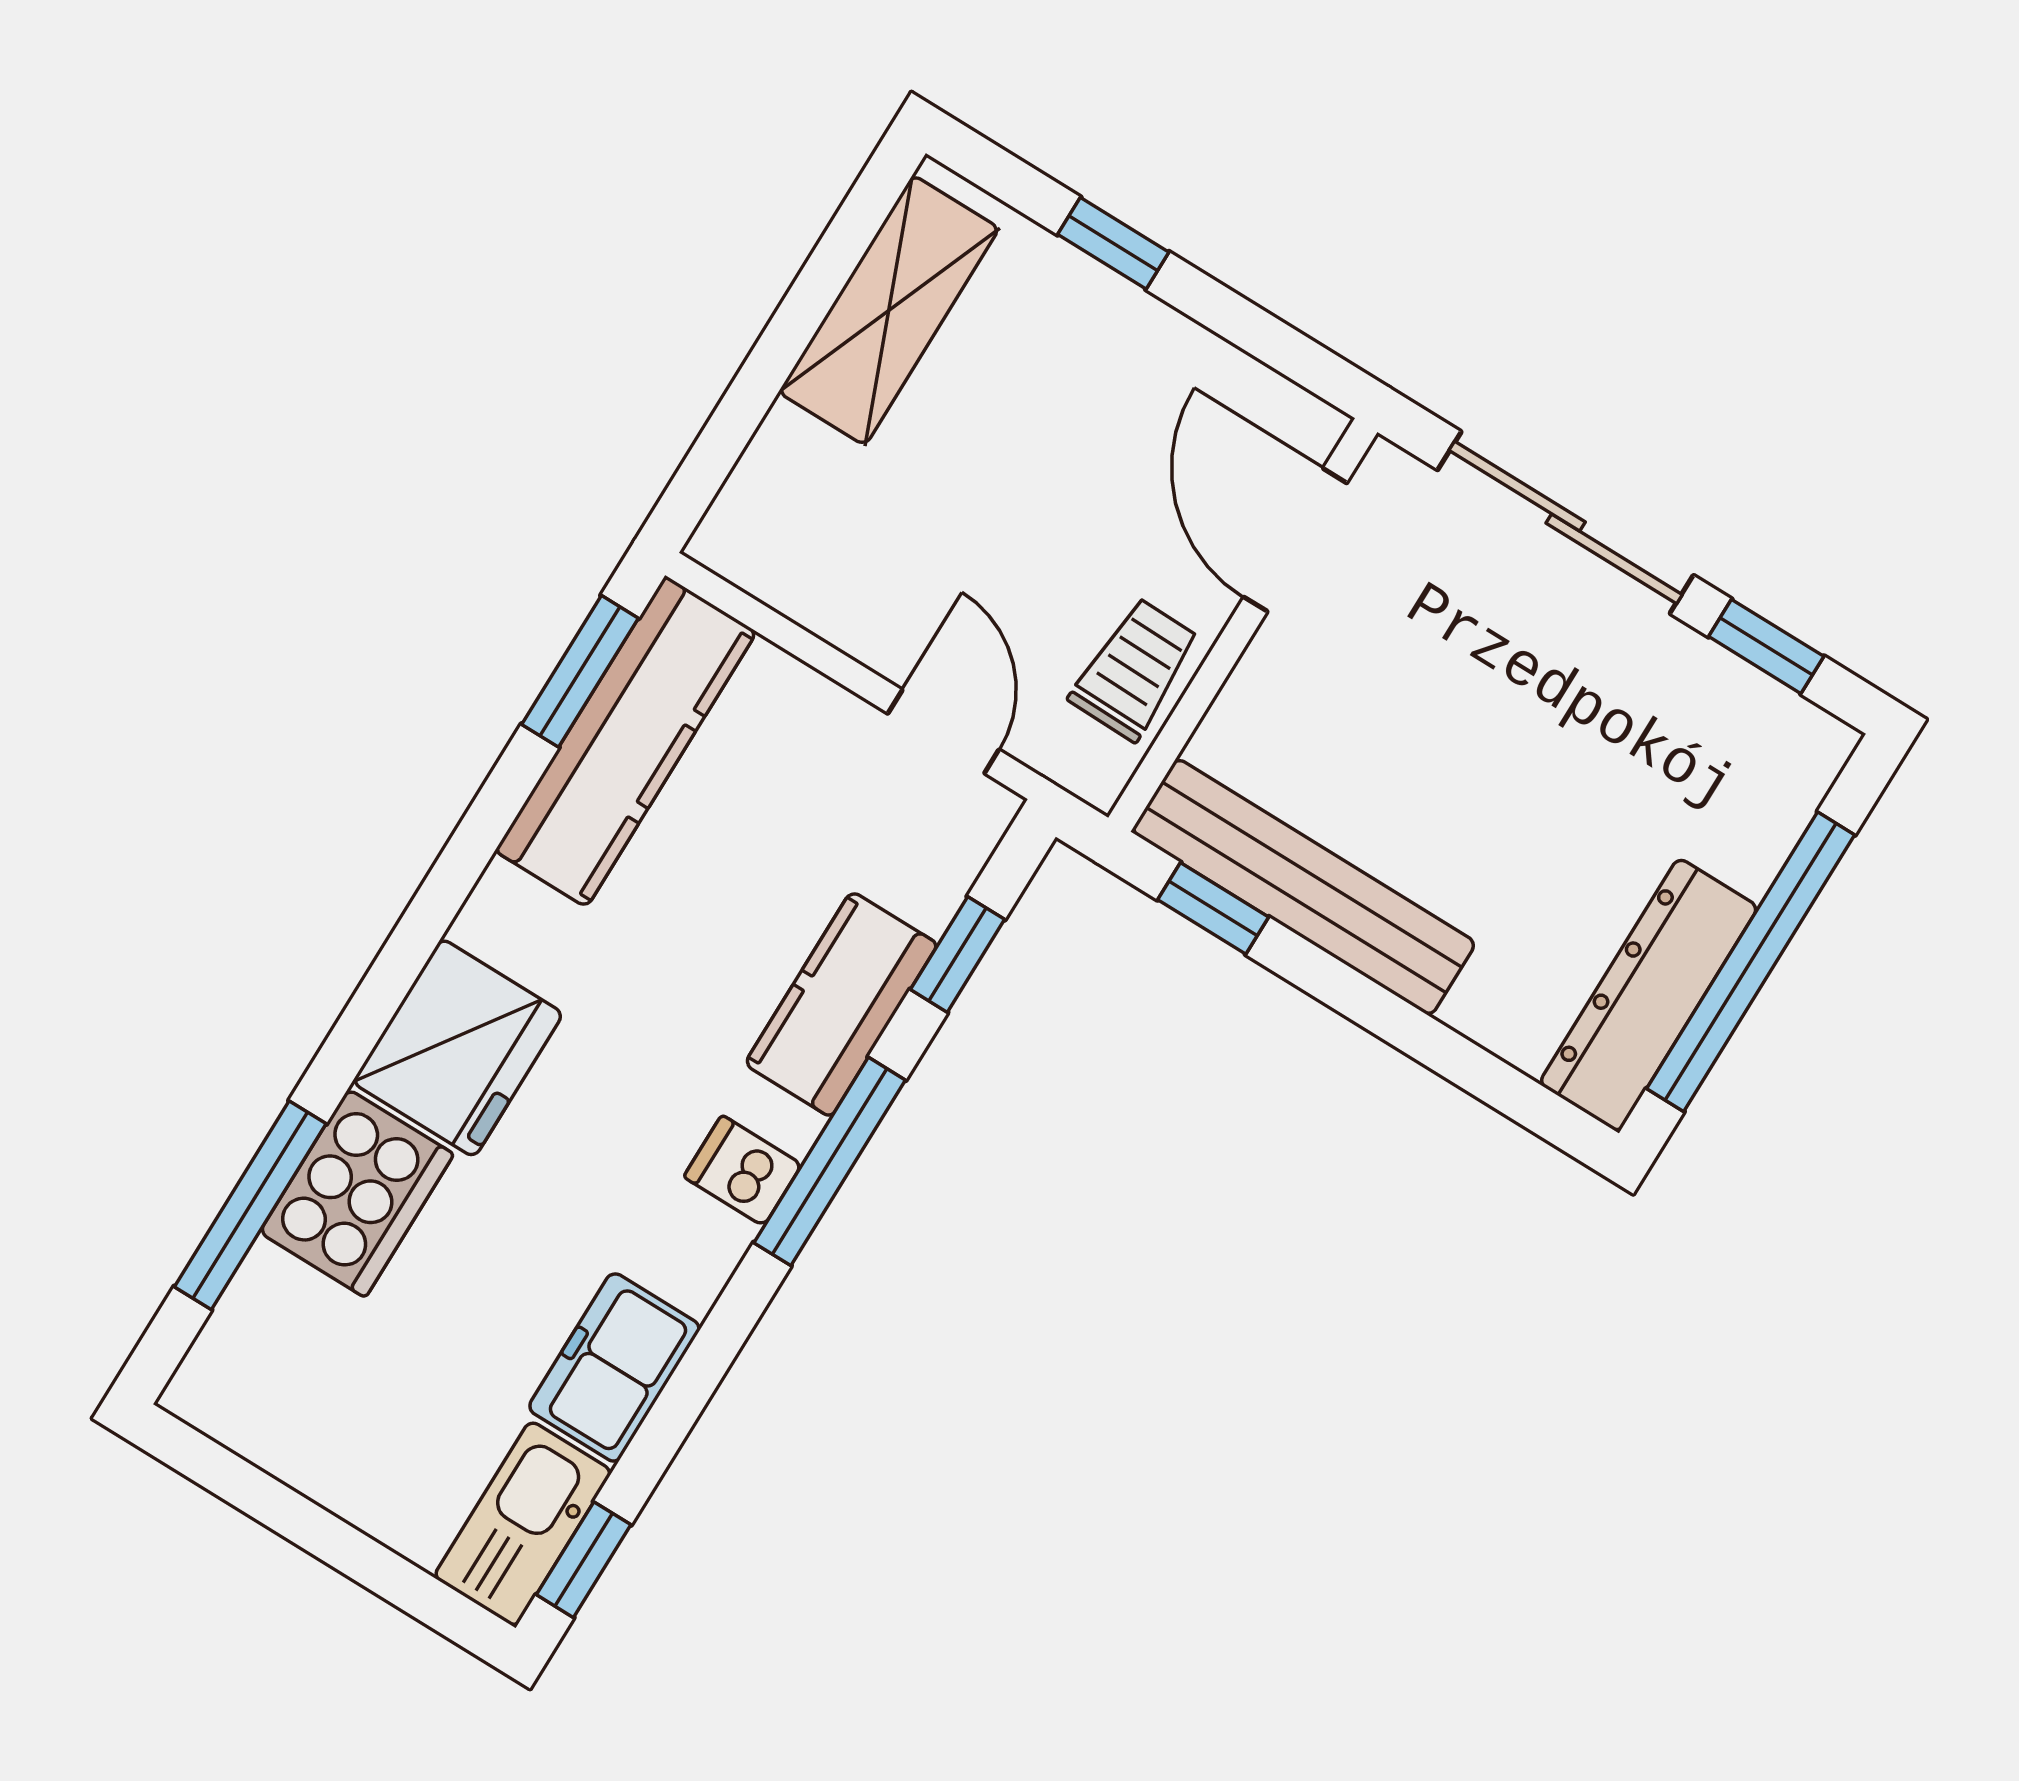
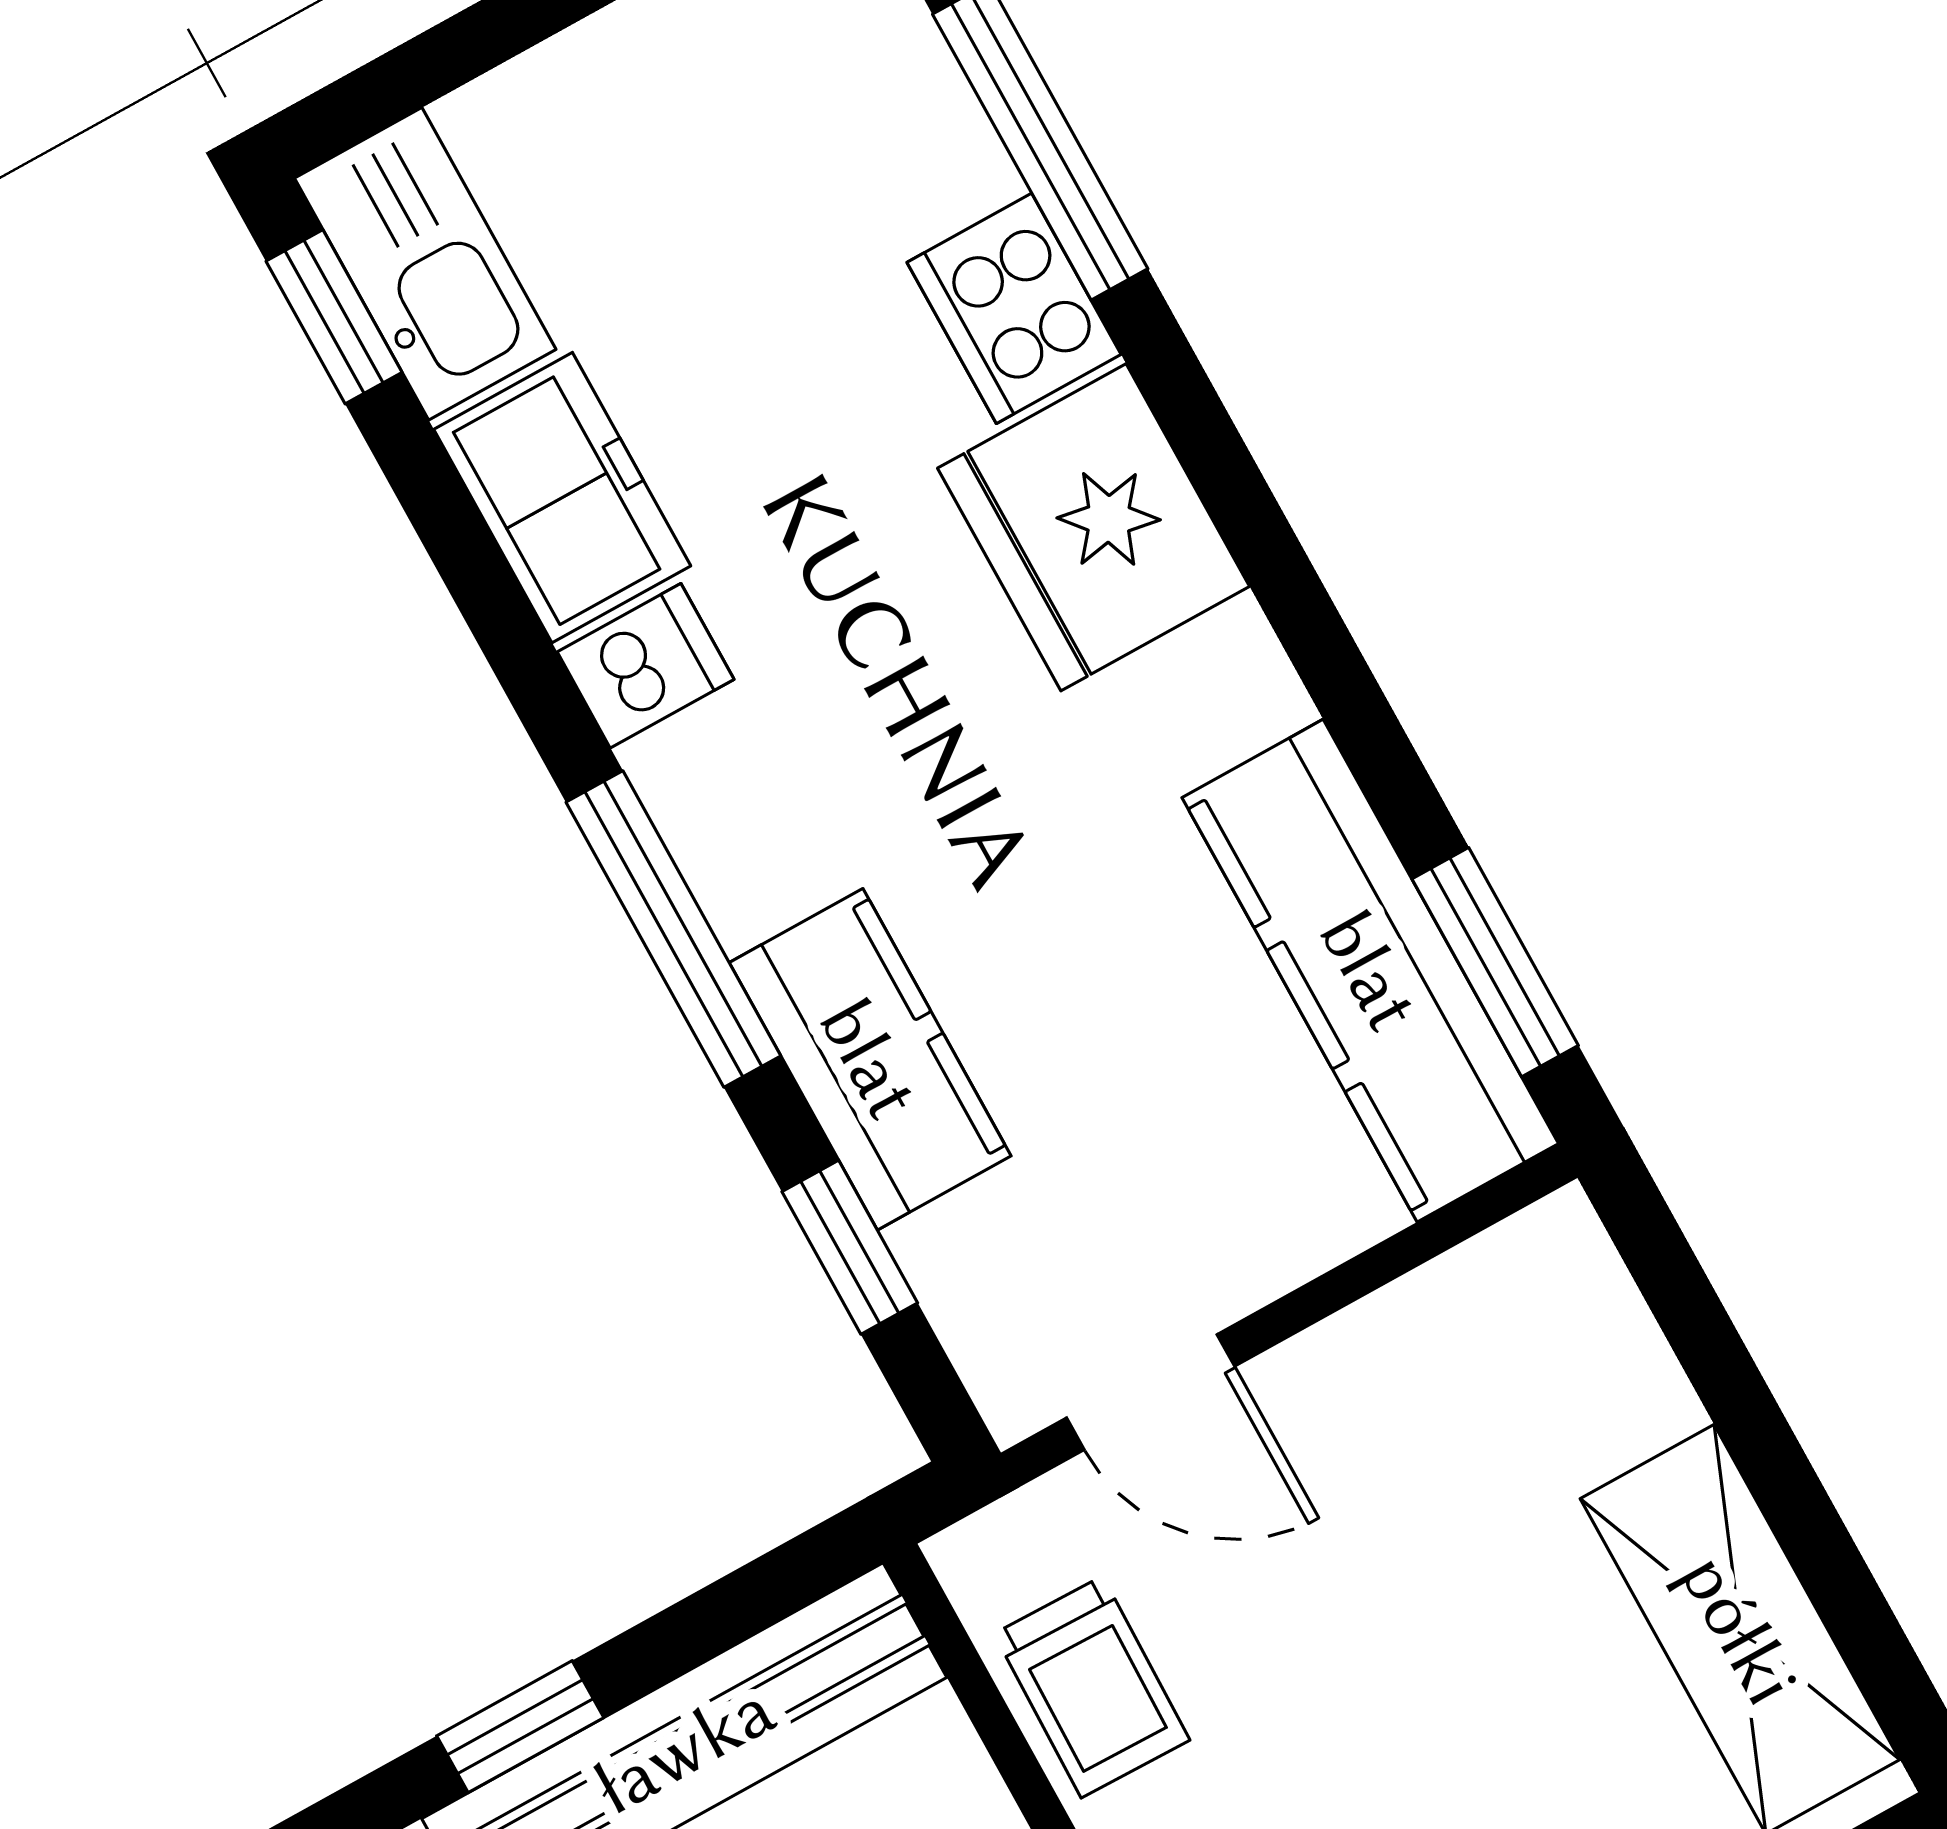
window: (1213, 908) -> (520, 1727), moved
dishwasher: (743, 1171) -> (646, 666), moved
cooker: (357, 1193) -> (1014, 308), width x0.73, depth x0.76

